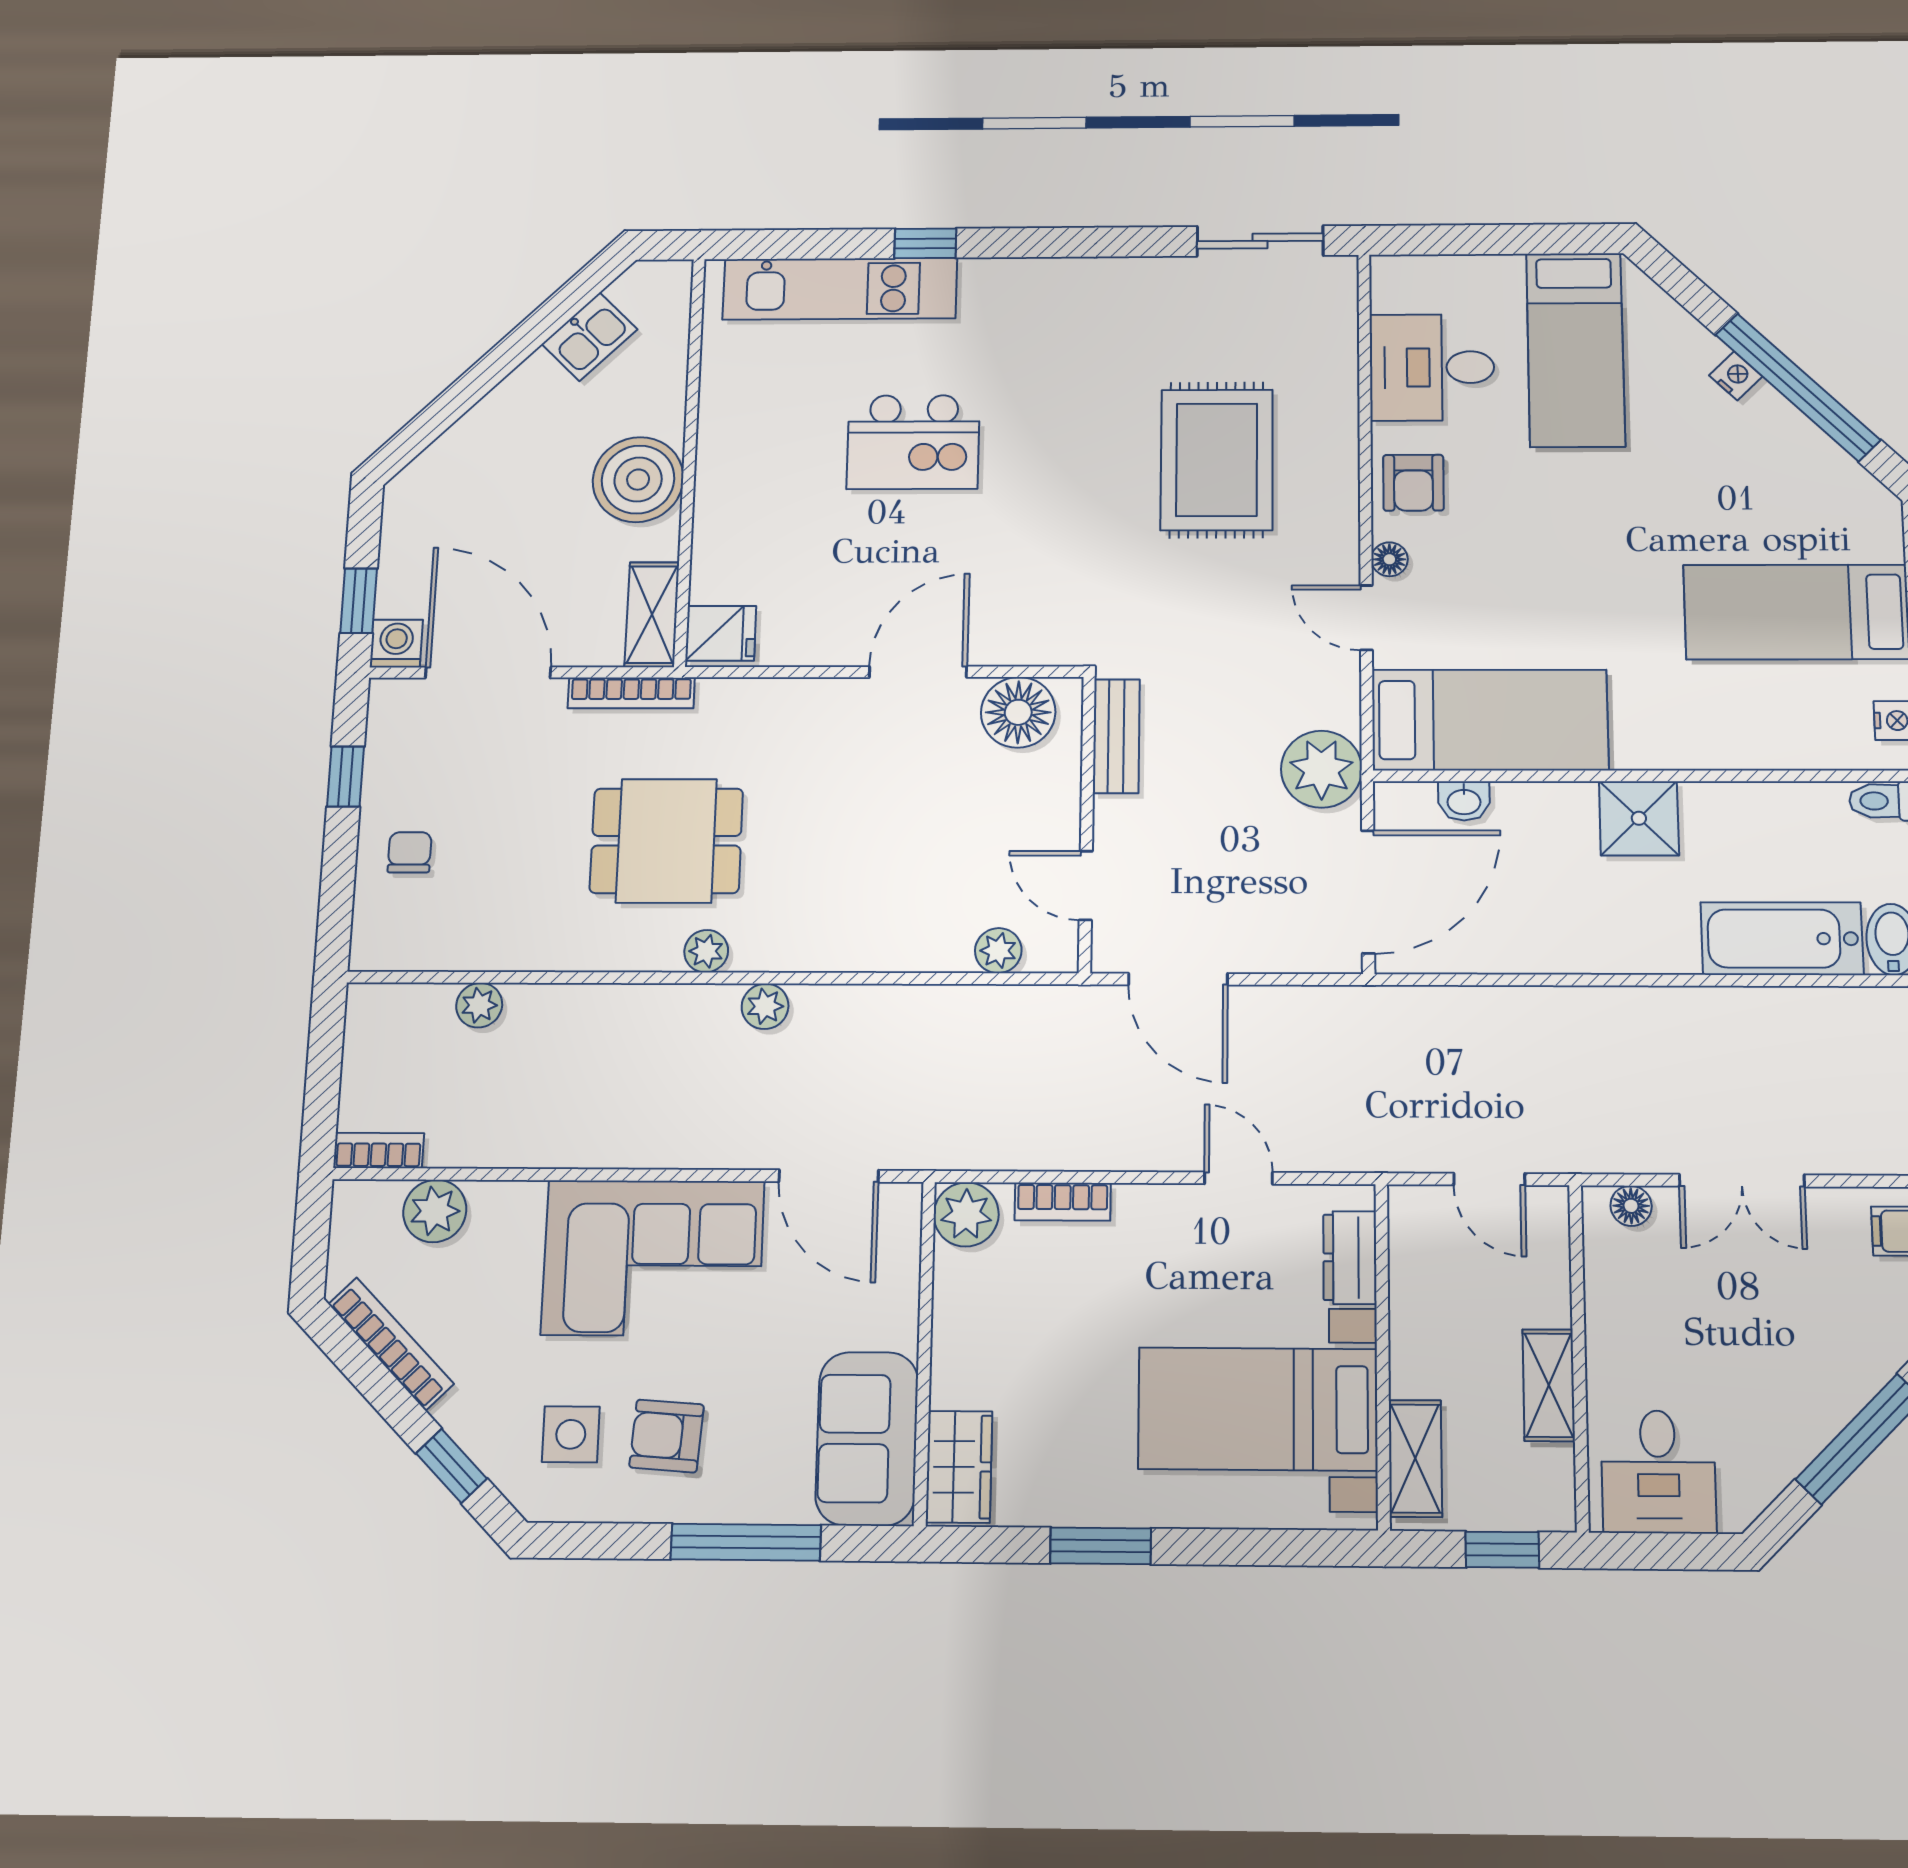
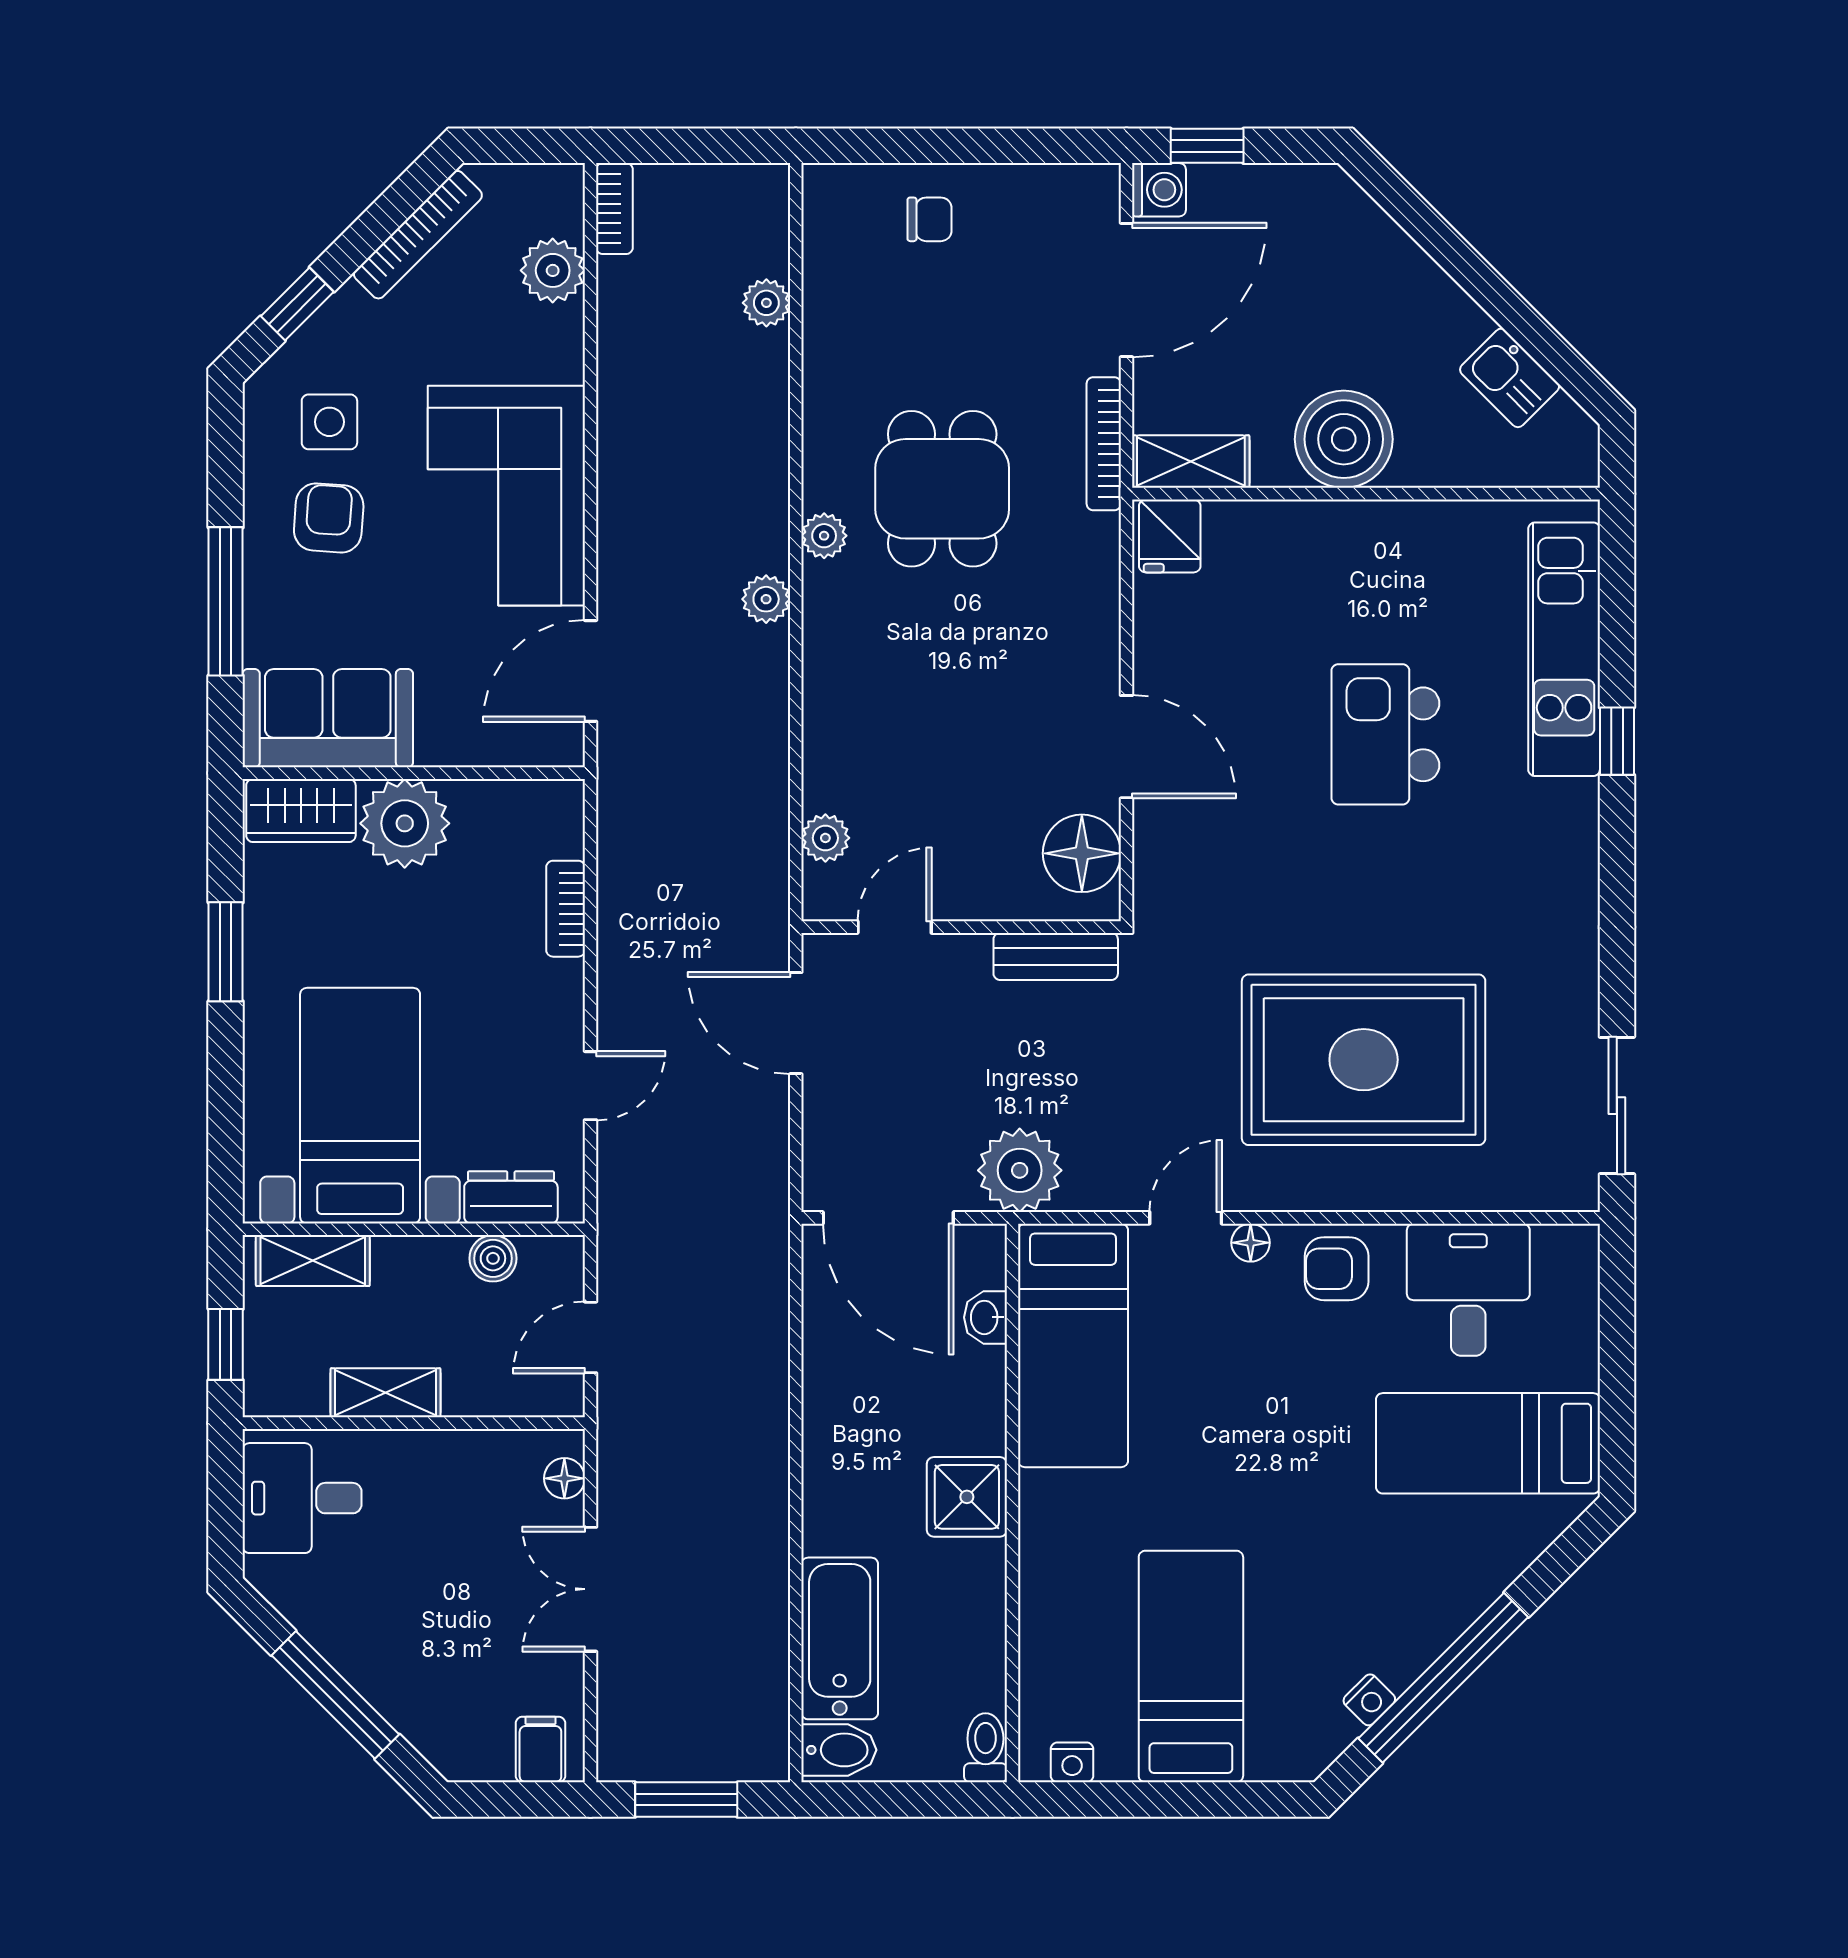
nightstand: (1736, 376) -> (1369, 1700), moved
rug: (1217, 460) -> (1364, 1060), width x1.37, depth x1.44
window: (346, 777) -> (1012, 146), removed
door: (1178, 979) -> (796, 1023), hinge flipped
plant: (966, 1214) -> (405, 823), moved, width x1.36, depth x1.36
boiler: (1411, 1276) -> (493, 1258), added

